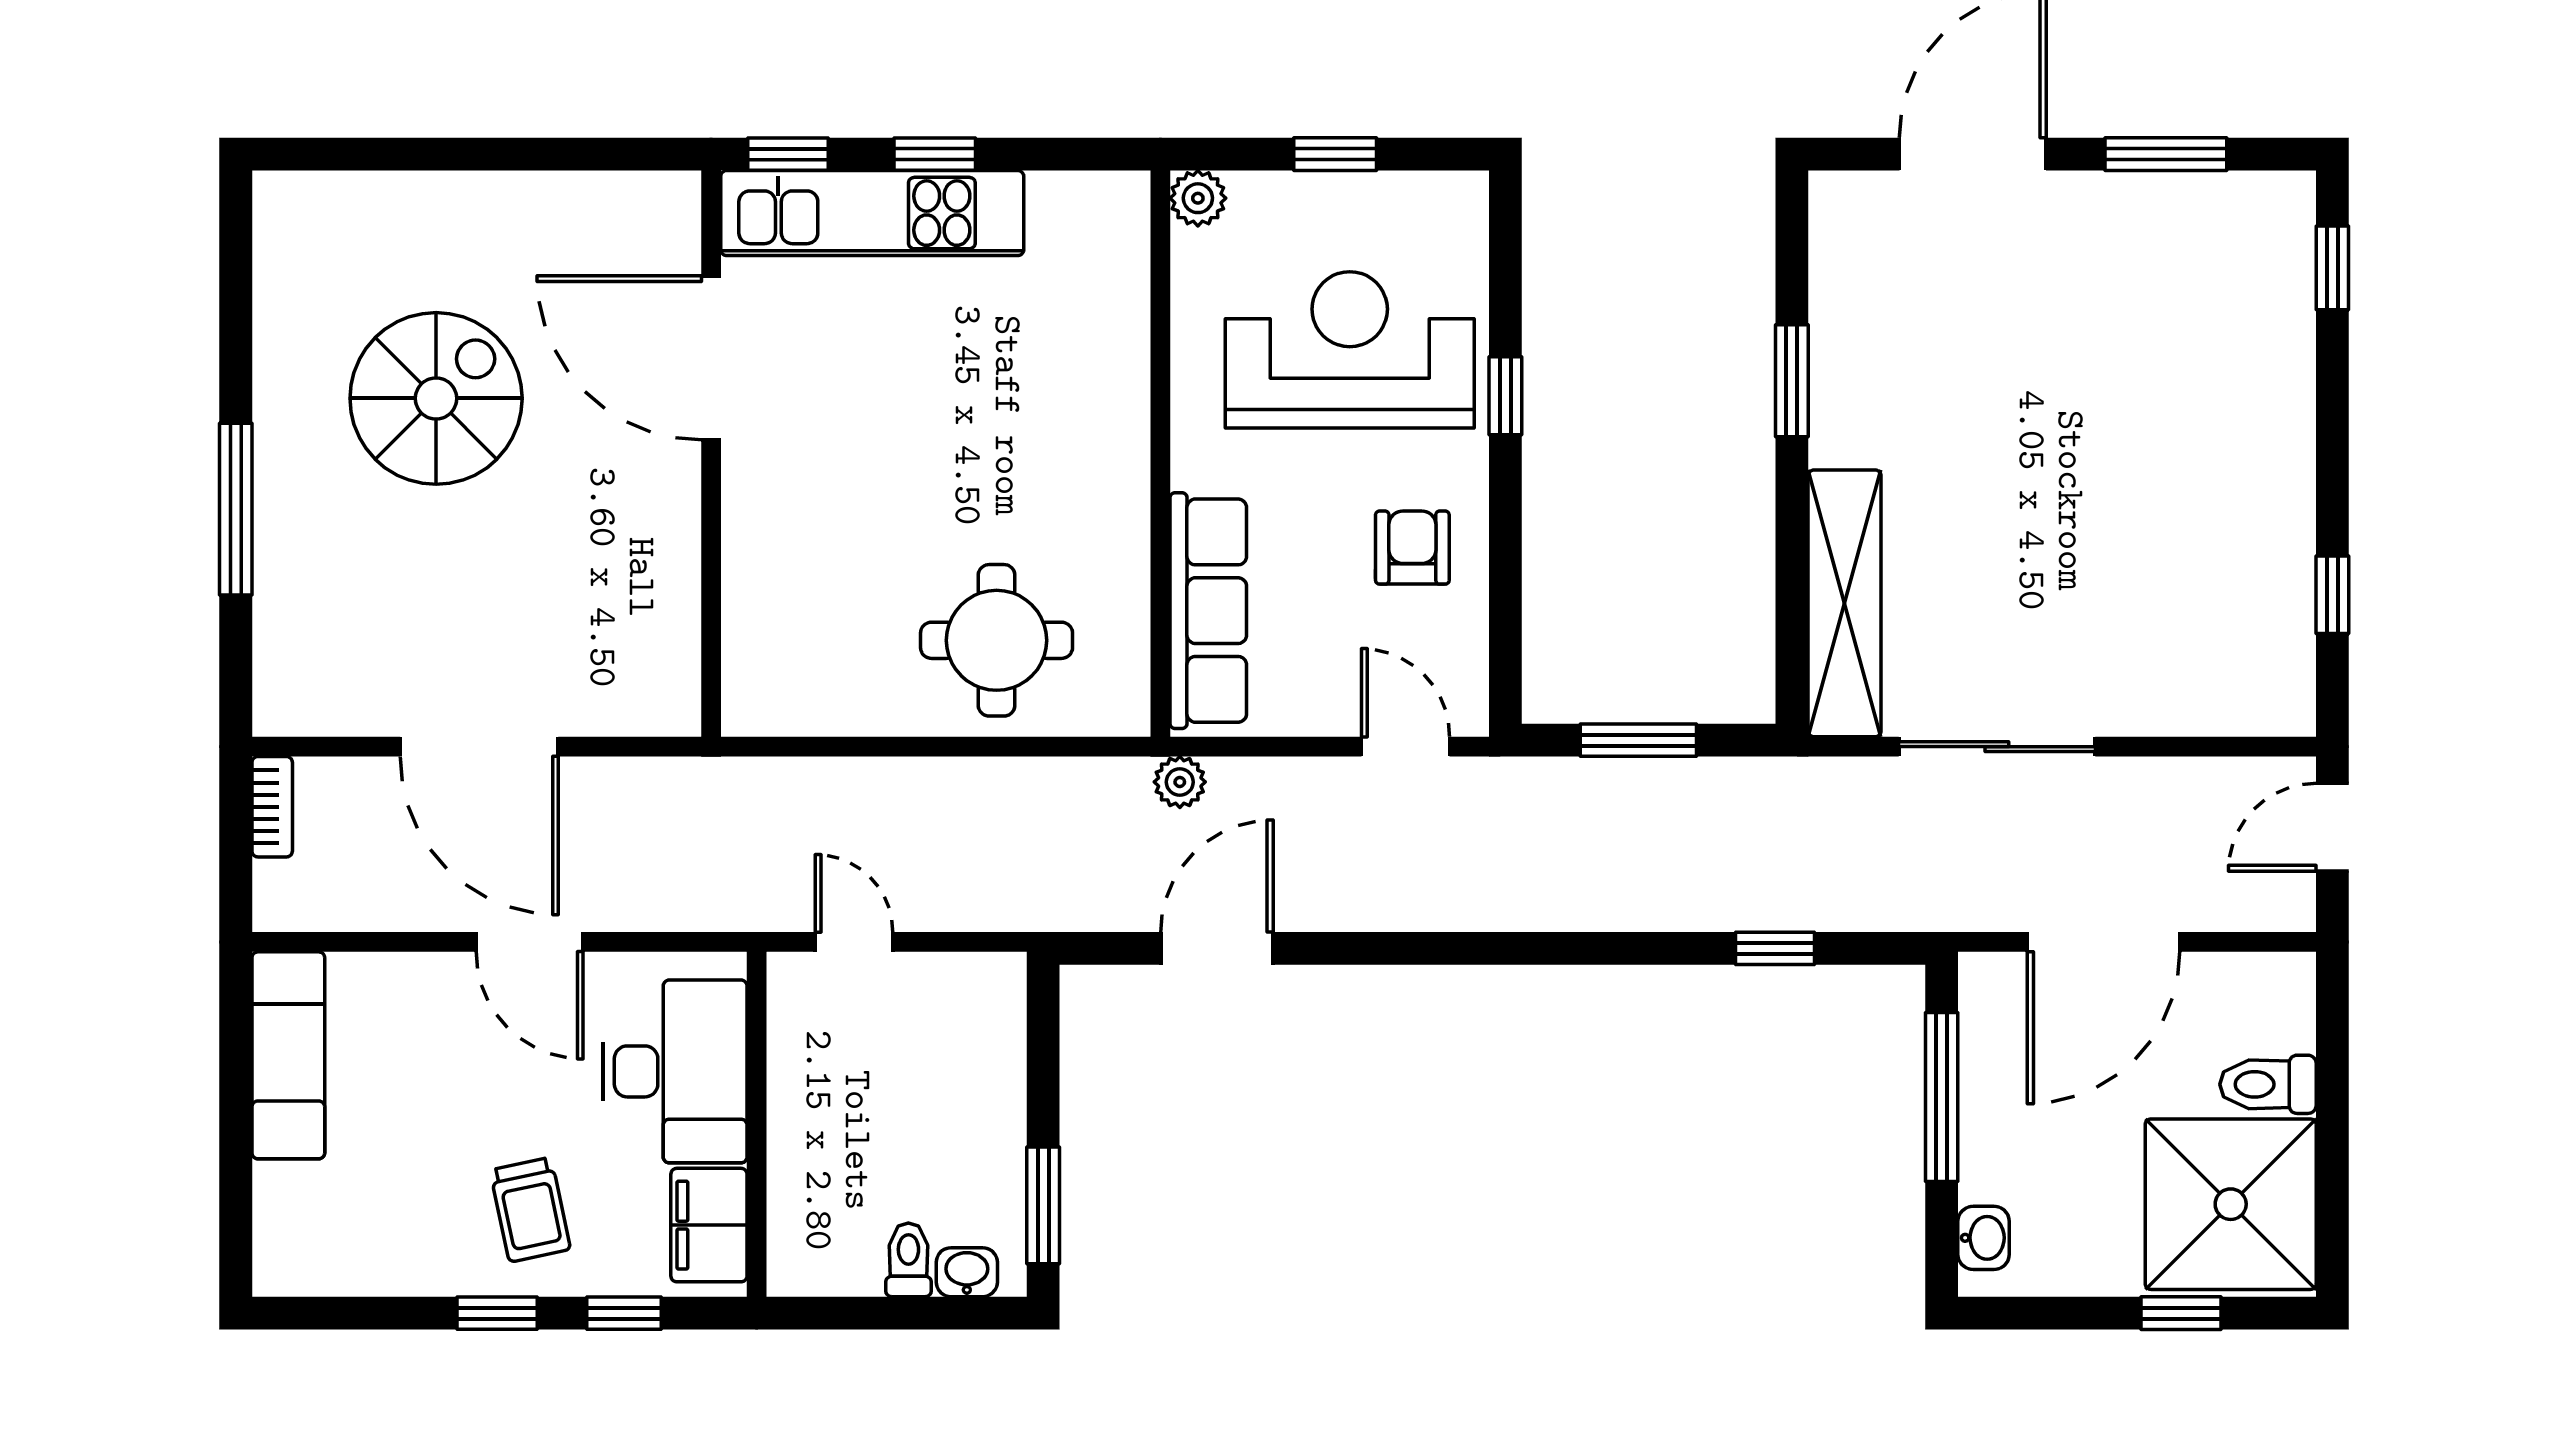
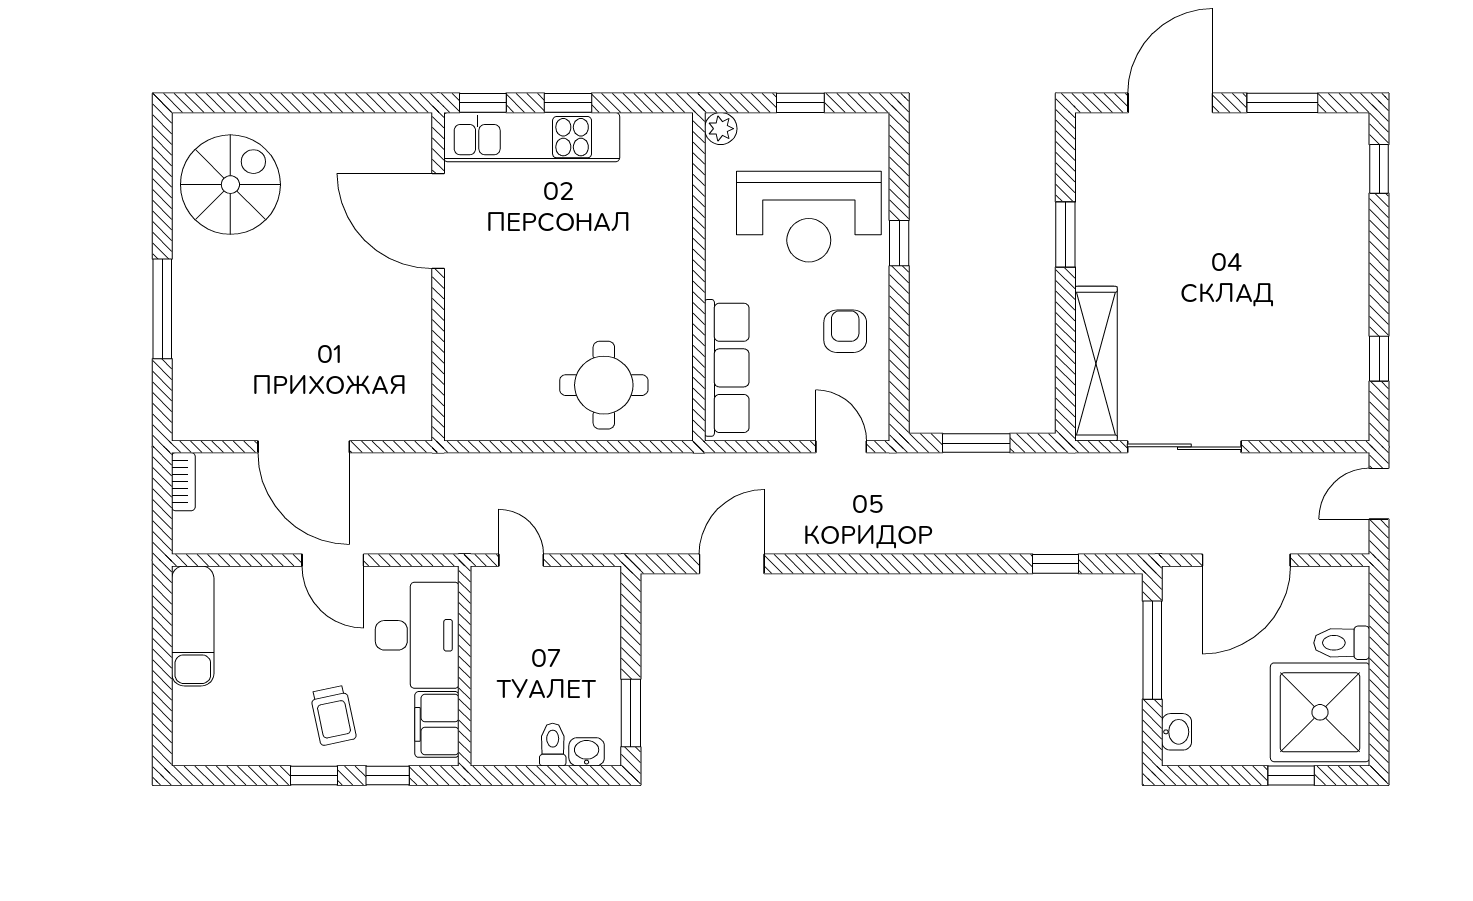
reception desk: (1350, 350) -> (809, 217), turned 180
spiral stairs: (436, 398) -> (230, 185), moved
plant: (1180, 782) -> (710, 467), removed

